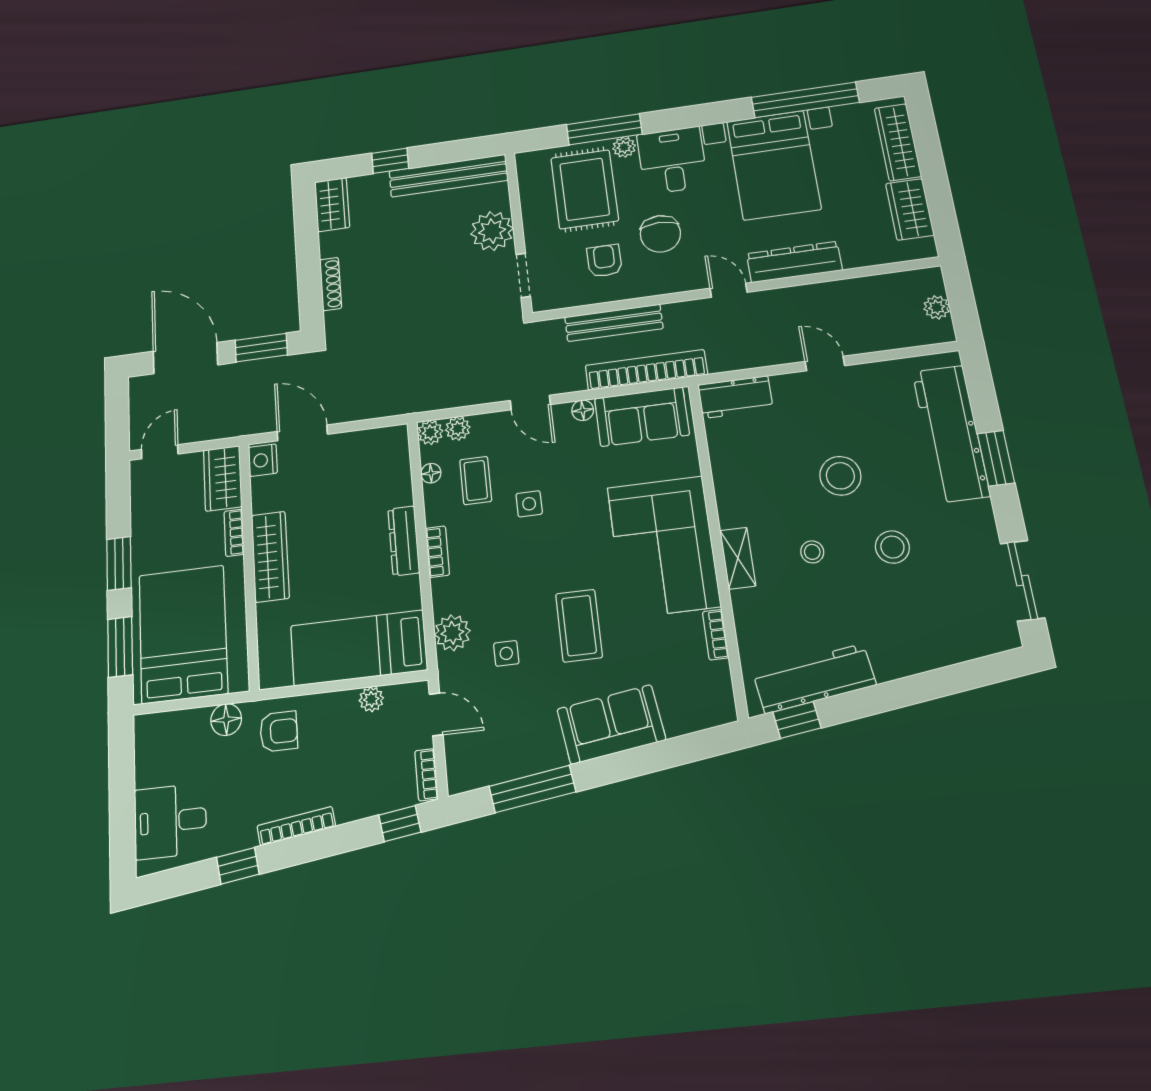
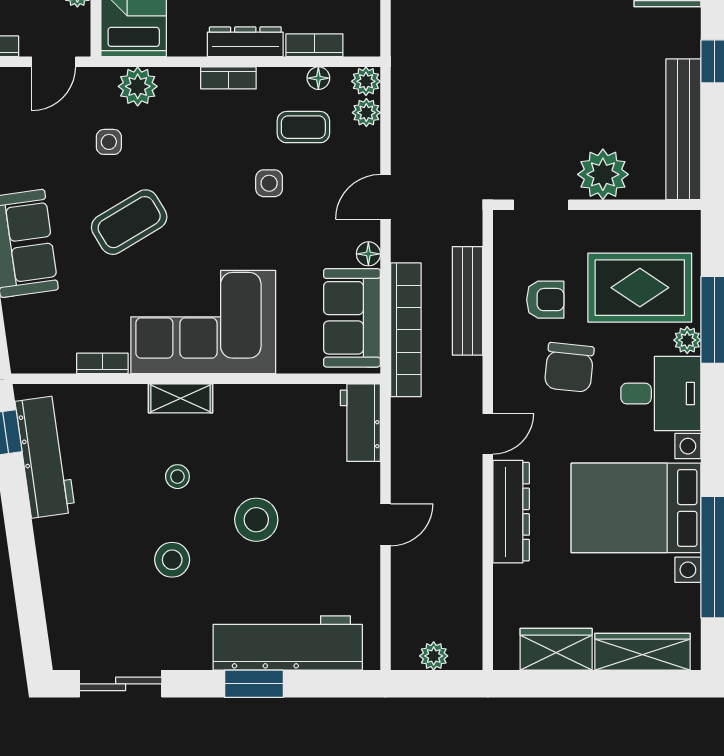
chair: (660, 234) -> (569, 367), turned -84
bookcase: (402, 480) -> (314, 45), added
coffee table: (579, 626) -> (129, 222), turned -31

